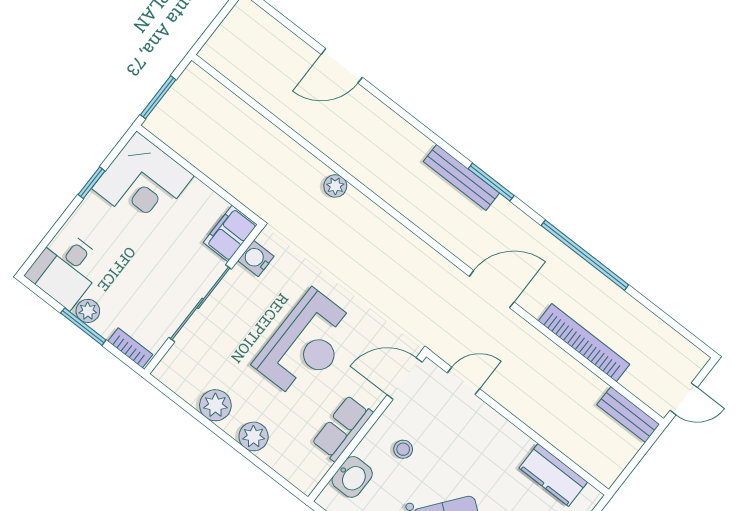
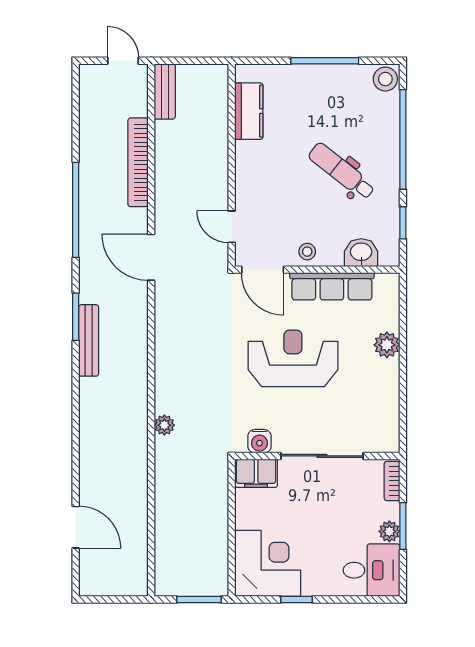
door: (342, 66) -> (76, 527), moved
plant: (215, 405) -> (386, 389), removed
row of seats: (342, 428) -> (332, 286), width x1.48
stool: (403, 449) -> (307, 252), moved

